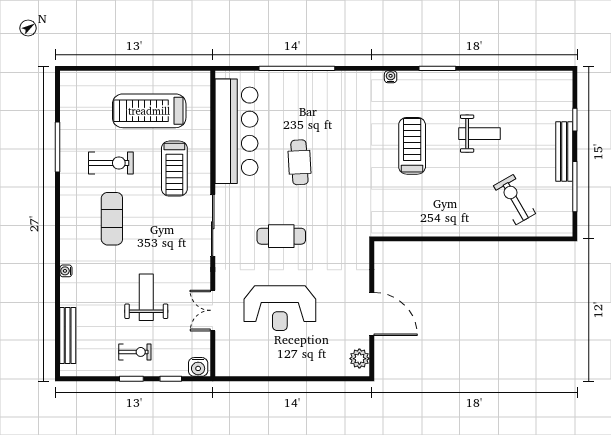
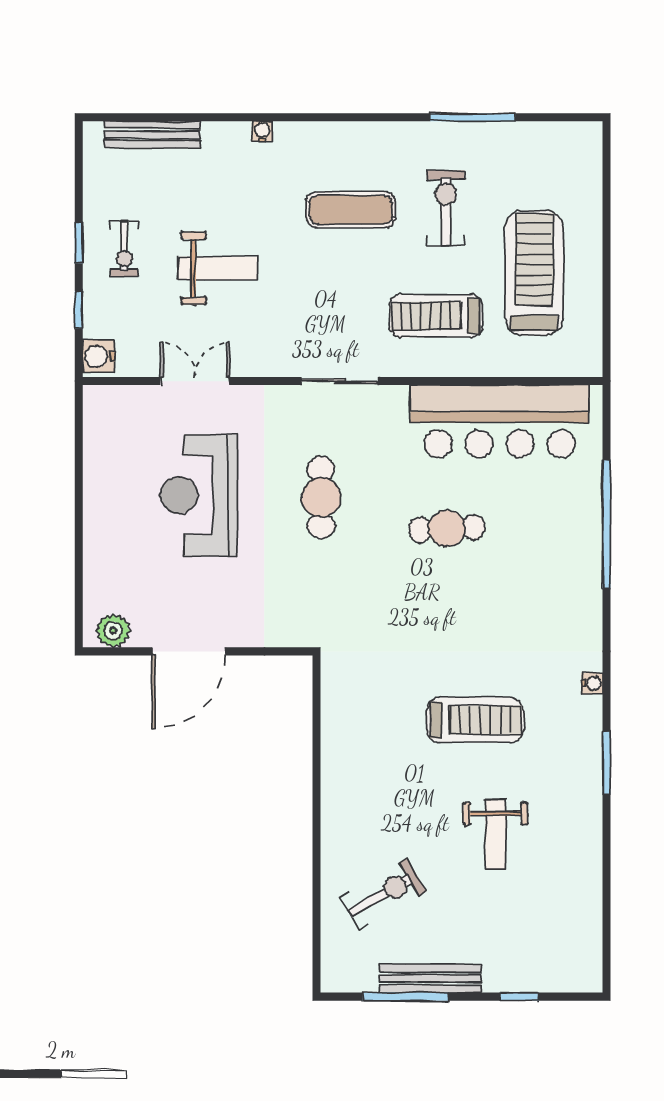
bench: (564, 152) -> (430, 978), moved
exercise bike: (111, 163) -> (446, 208), turned 180
sliding door: (213, 225) -> (340, 381), width x0.73

